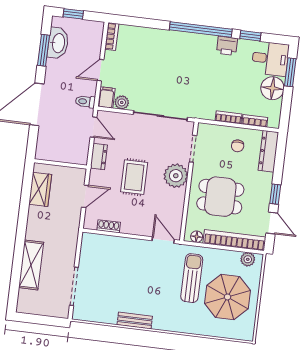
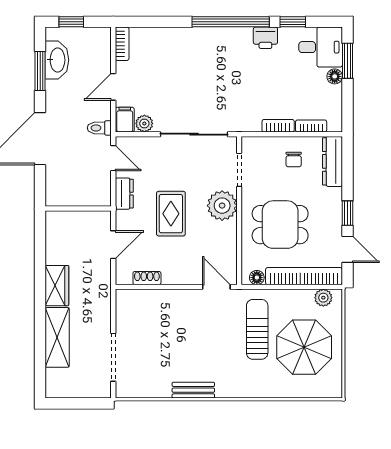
floor lamp: (272, 88) -> (335, 76), width x0.53, depth x0.53
wardrobe: (40, 189) -> (57, 286), moved

